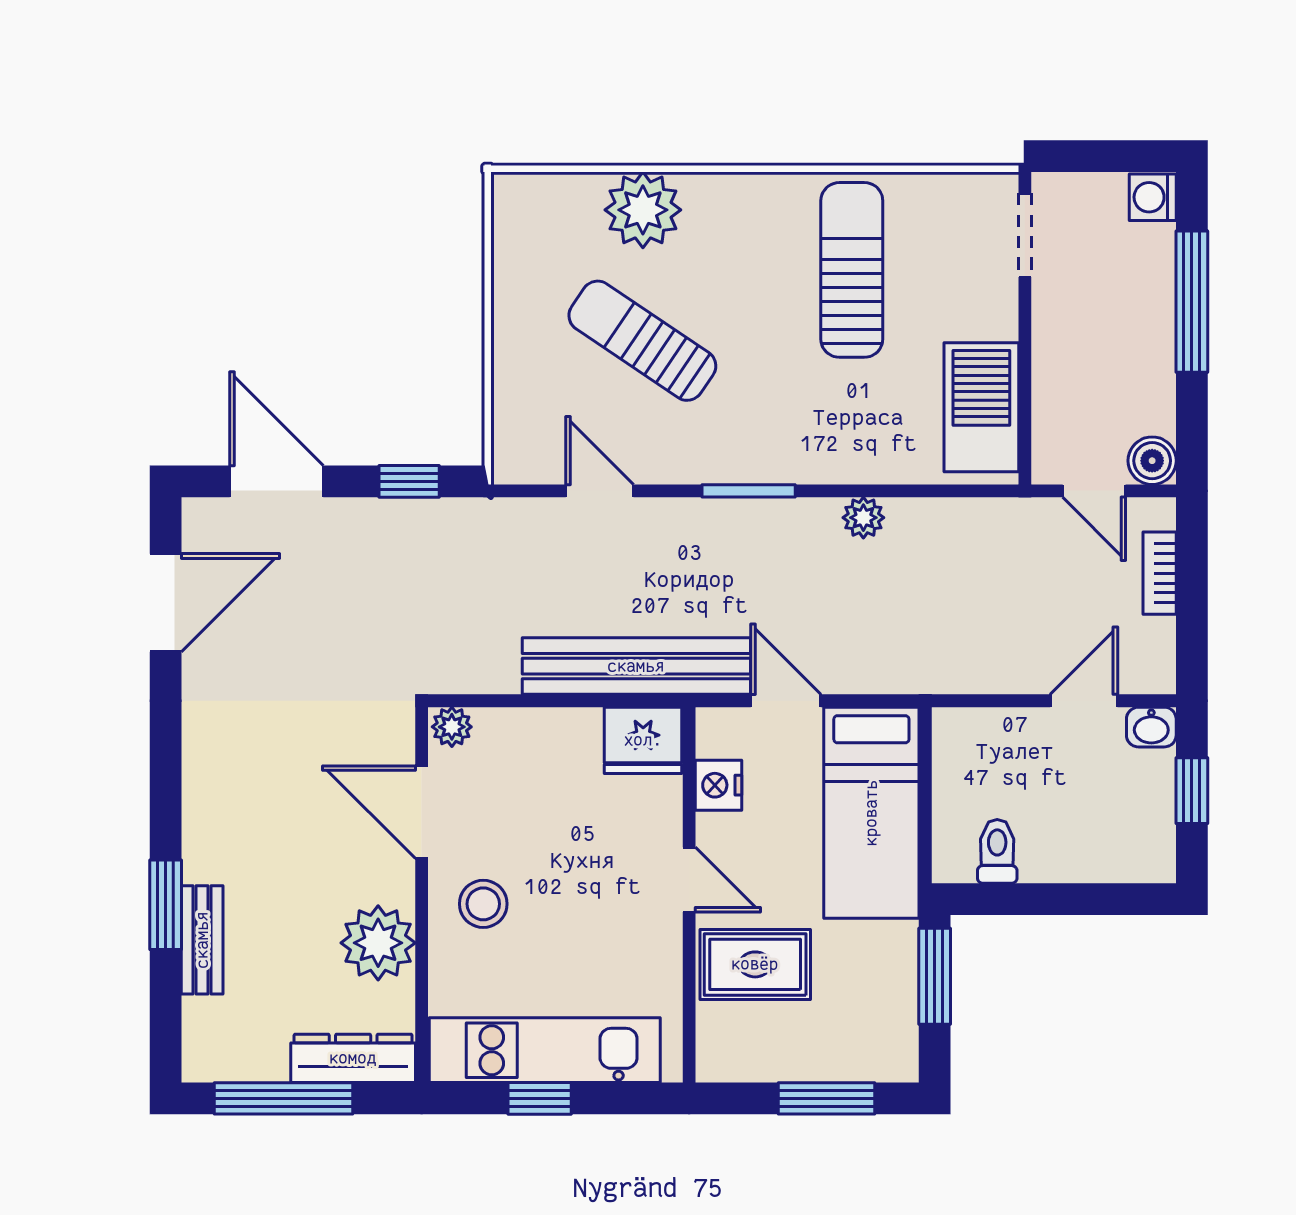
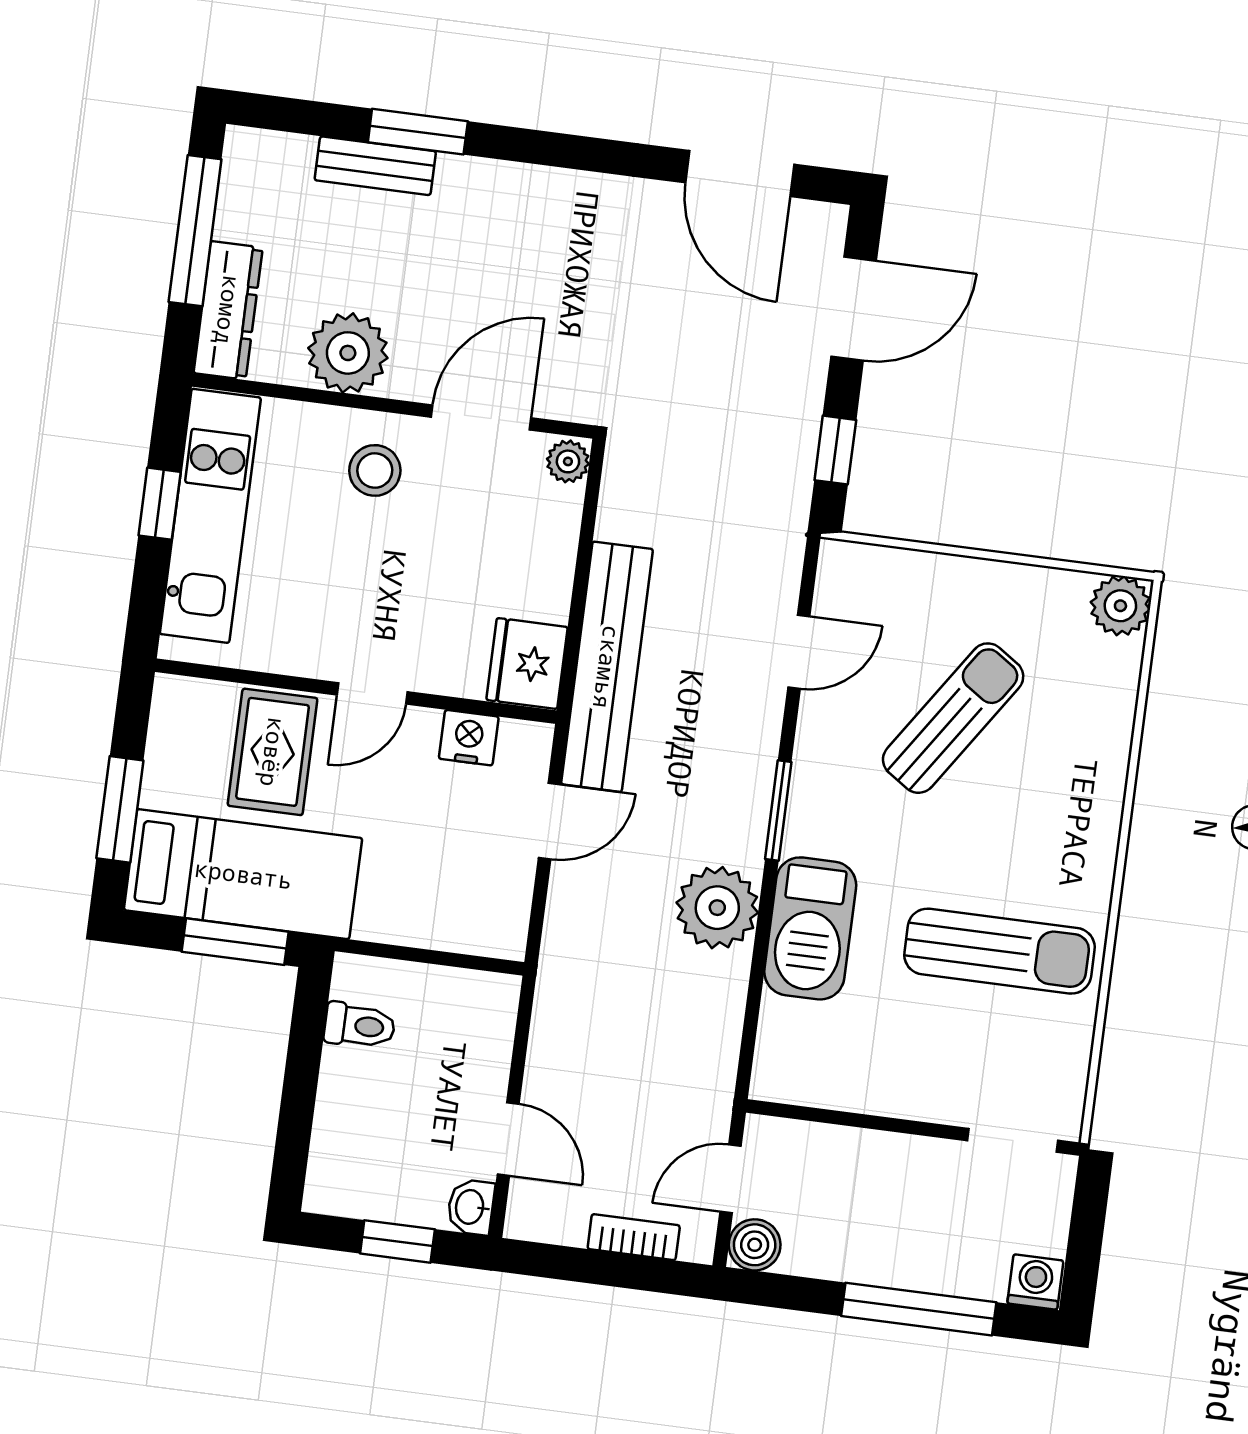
plant: (643, 210) -> (1120, 606), moved, width x0.73, depth x0.73
barbecue: (981, 407) -> (810, 928), moved, turned 90
plant: (863, 518) -> (717, 908), width x1.88, depth x1.88
bed: (871, 813) -> (243, 874), moved, turned 180

